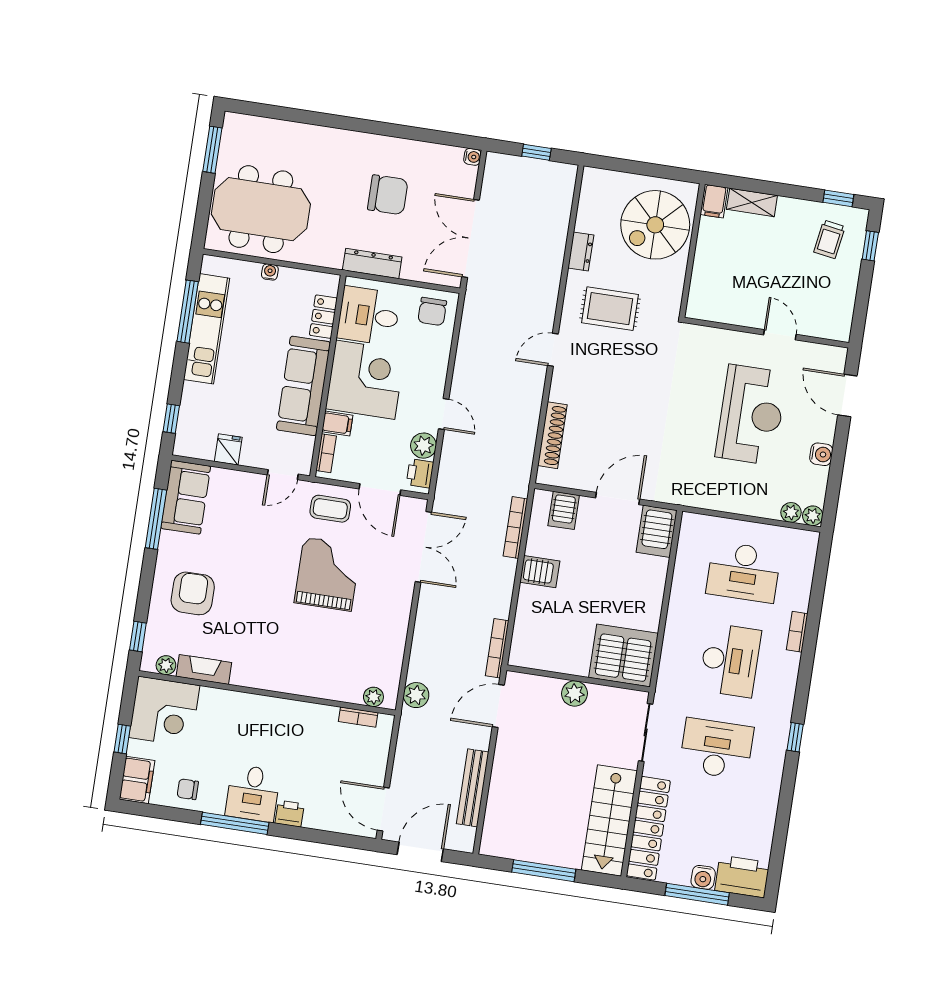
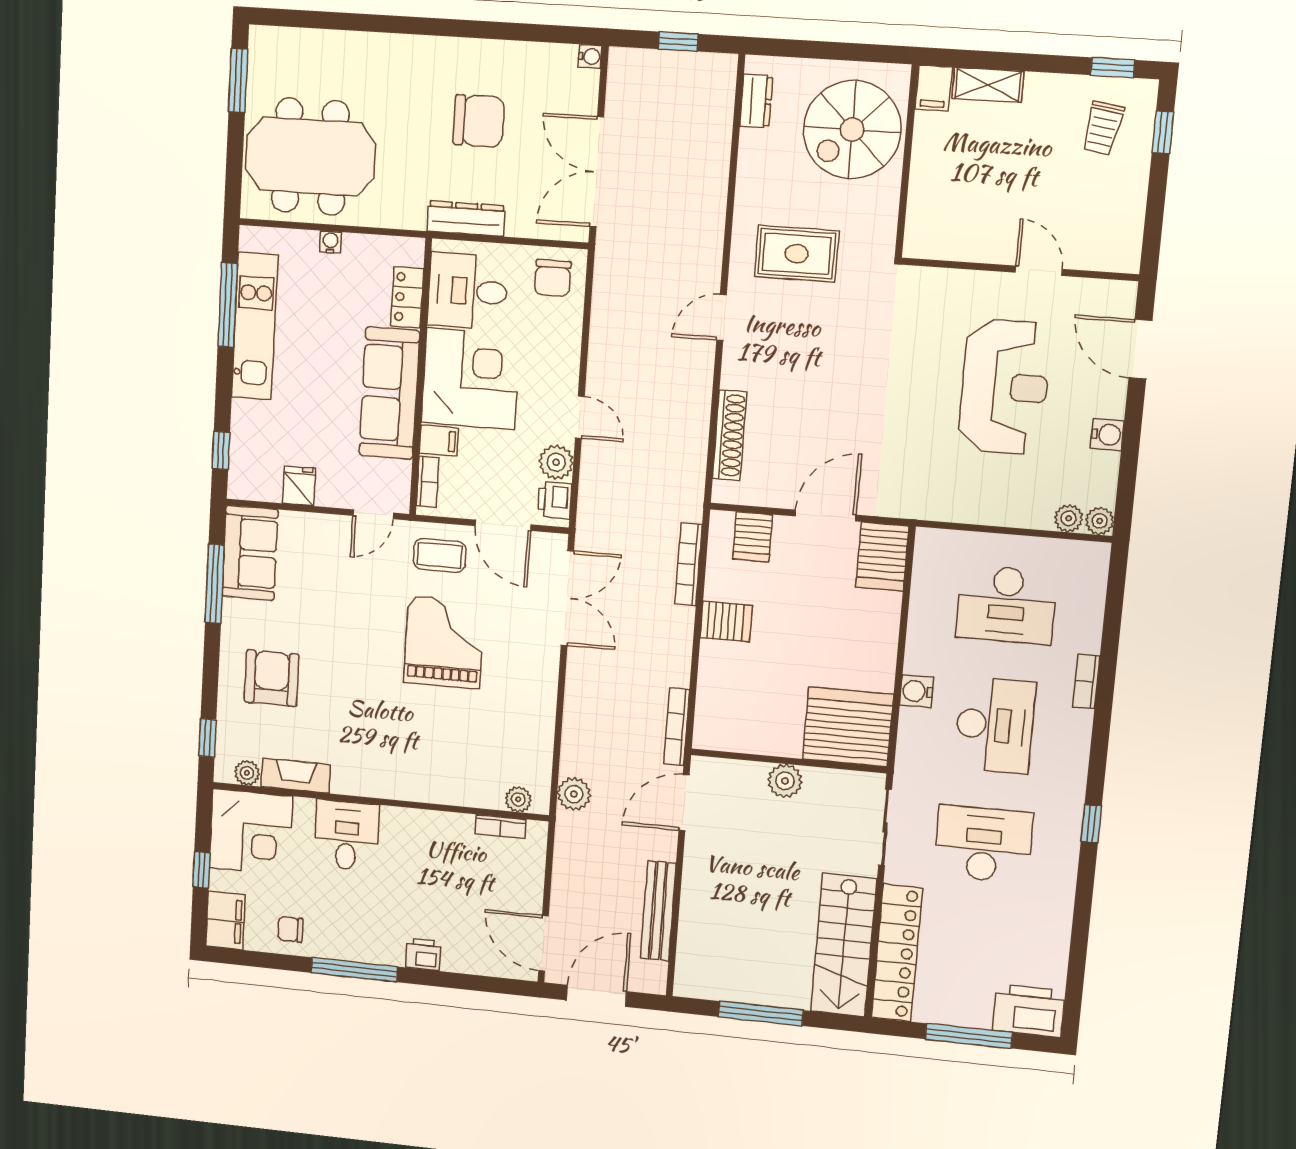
dresser: (581, 252) -> (756, 101), moved
desk: (253, 793) -> (347, 835), moved, turned 180
water cooler: (703, 877) -> (917, 691), moved, turned 90

